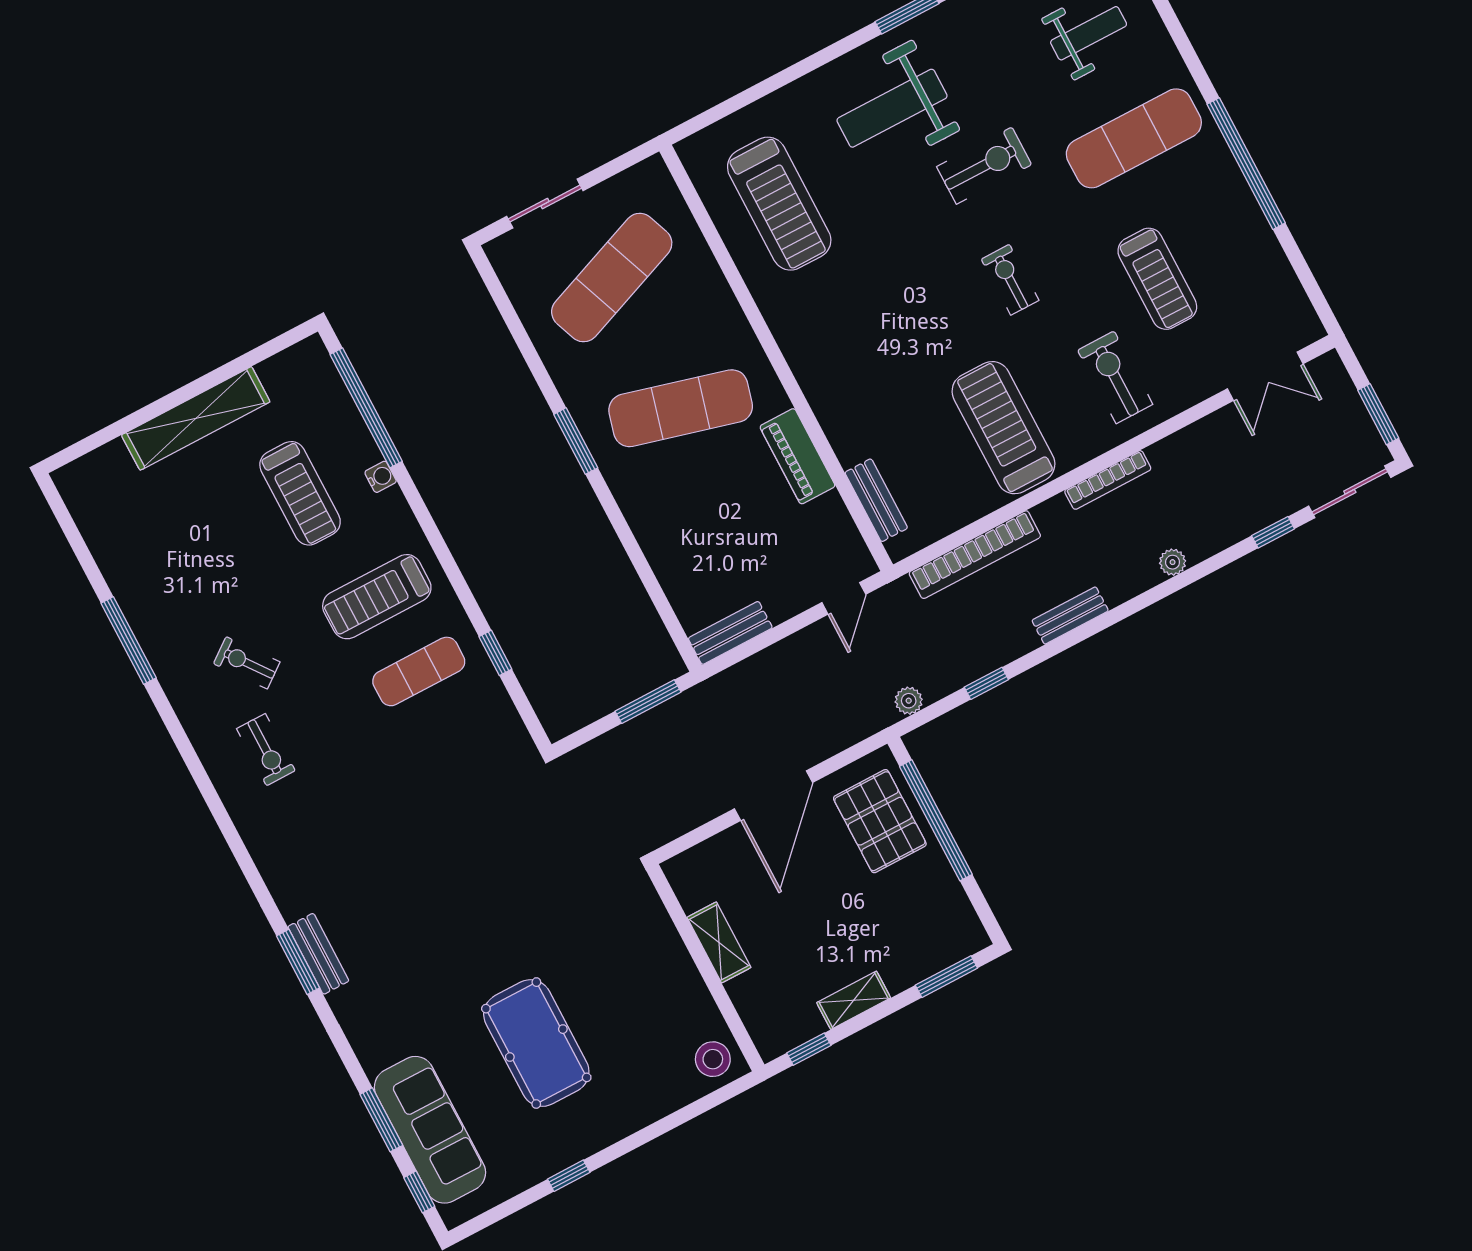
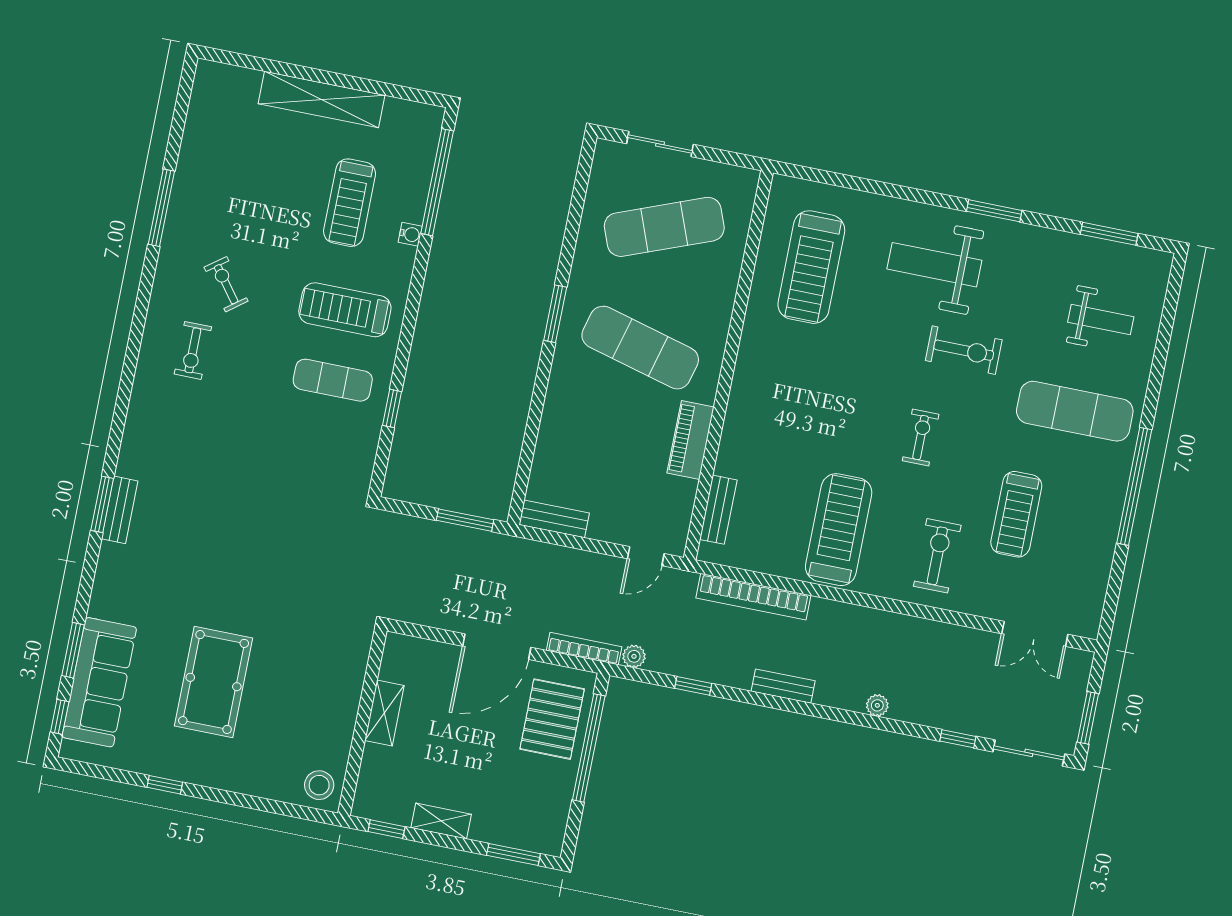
bookcase: (1108, 480) -> (584, 649), moved, turned 180

